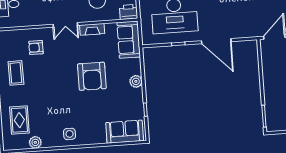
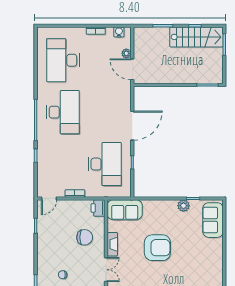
plant: (136, 81) -> (183, 206), moved
side table: (69, 134) -> (211, 273), removed

